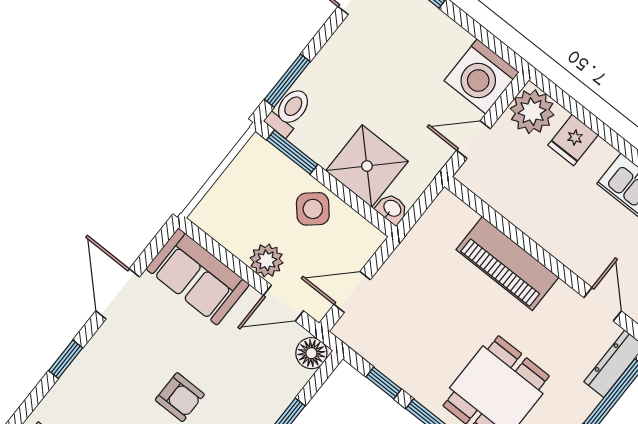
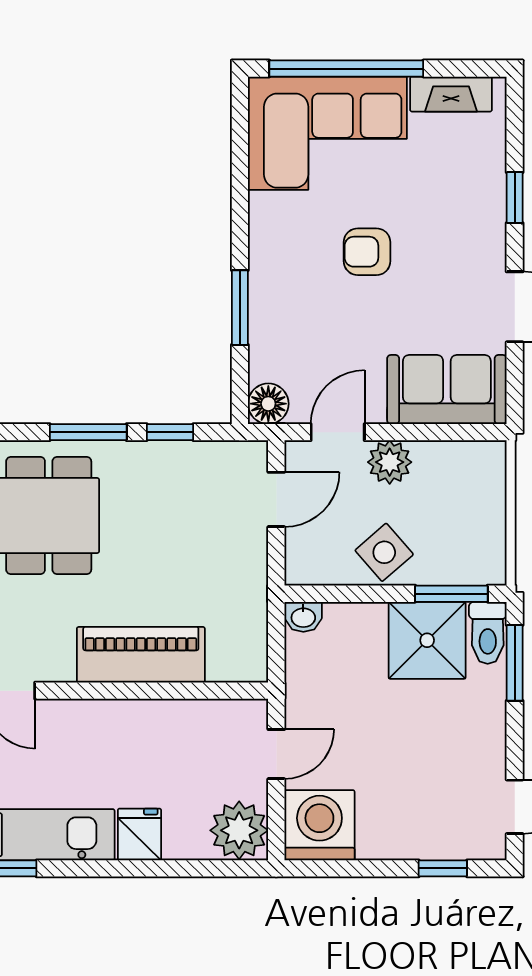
fridge: (573, 140) -> (139, 834), moved
shower: (367, 166) -> (427, 640), moved

